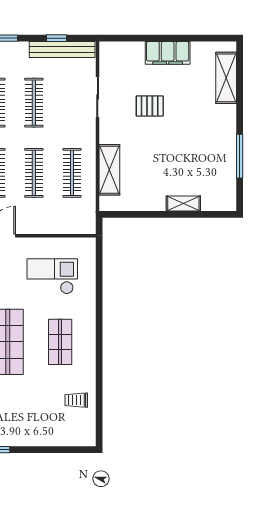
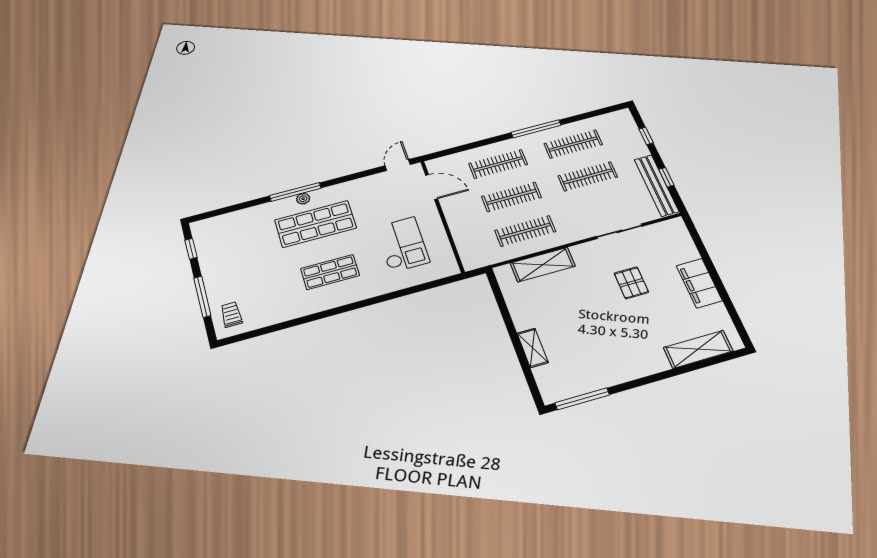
window: (240, 156) -> (582, 399), moved
trolley: (76, 400) -> (231, 314), moved
window: (50, 450) -> (202, 297), added

